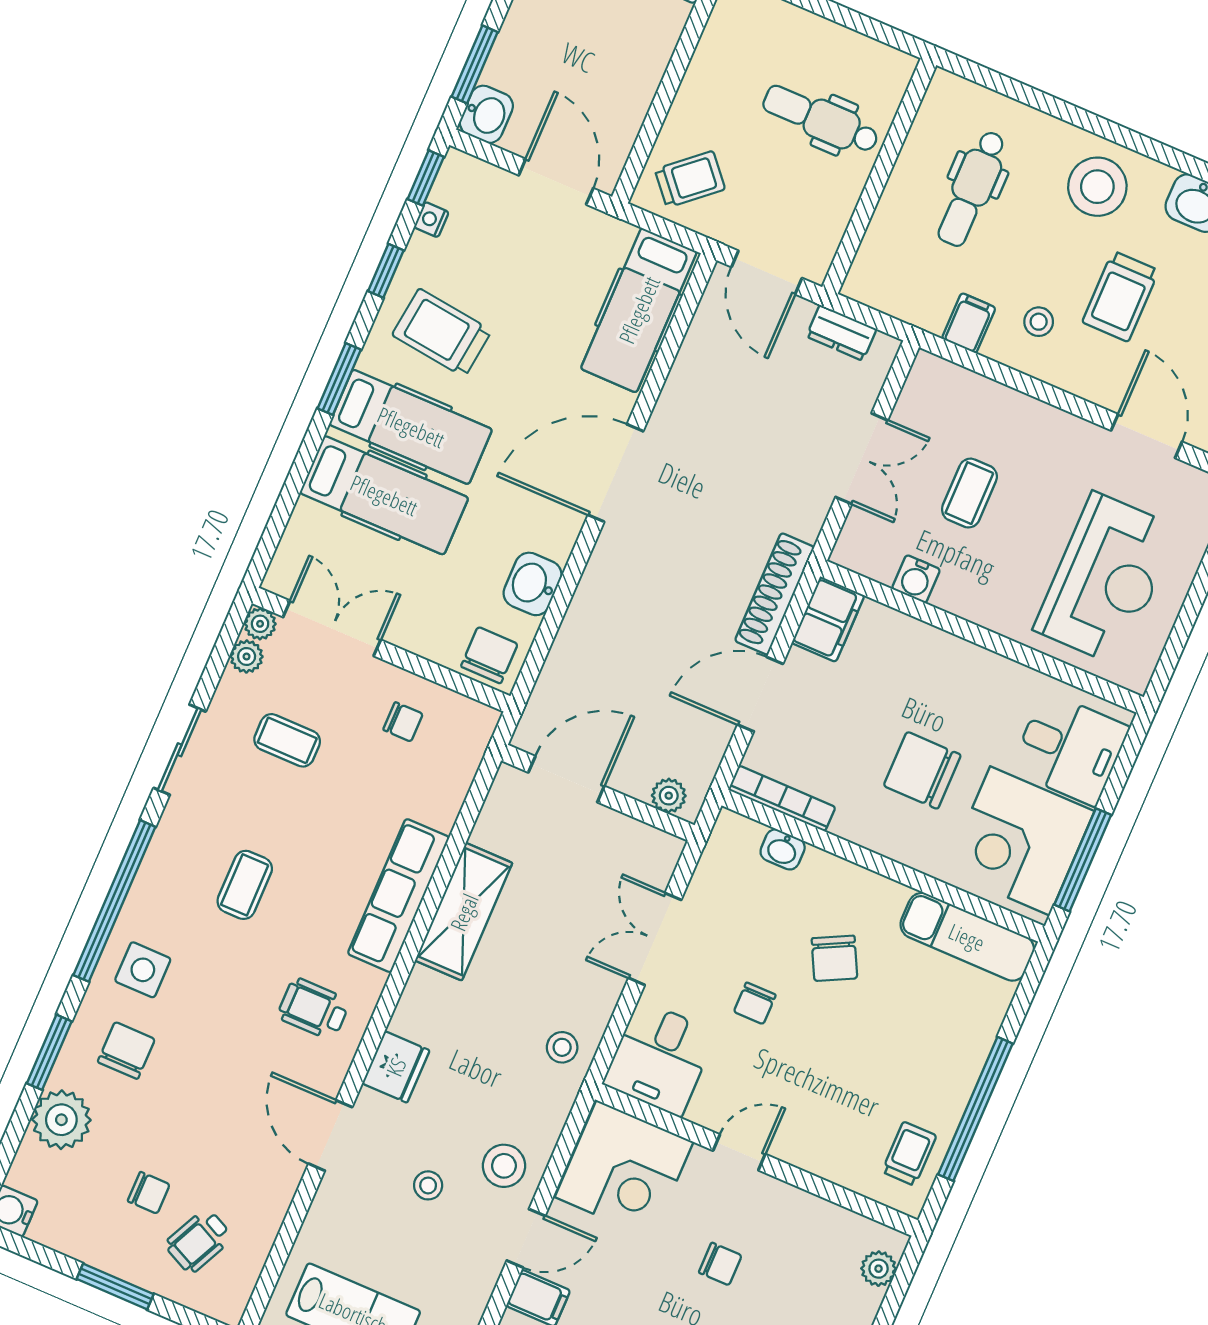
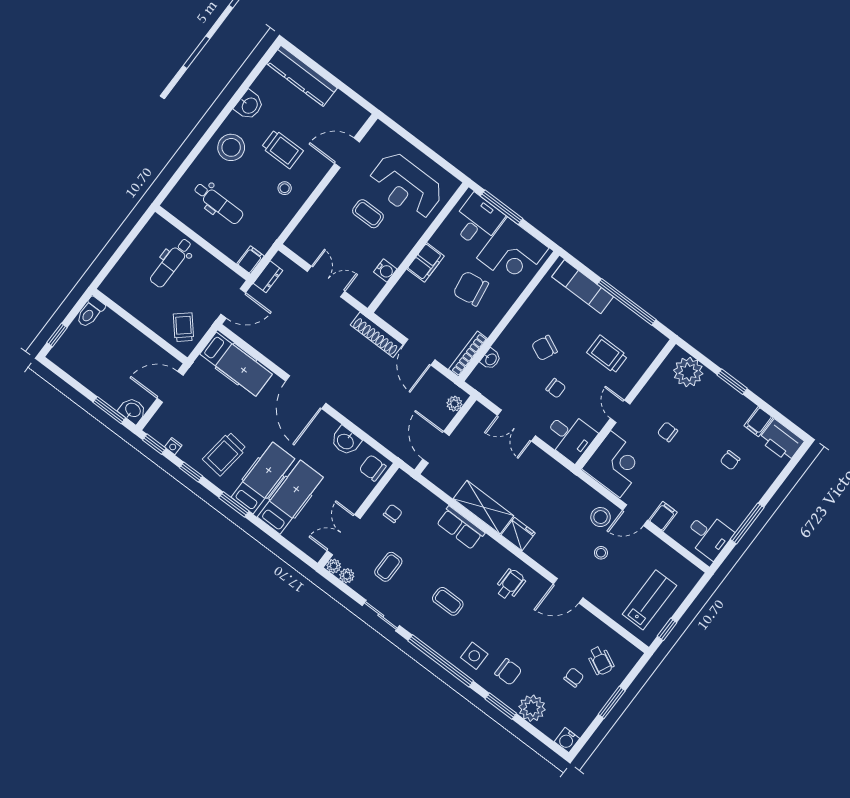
filing cabinet: (969, 323) -> (250, 260), moved, turned 90
coffee table: (969, 493) -> (368, 214), moved
reception desk: (1106, 579) -> (406, 186), turned 180
filing cabinet: (828, 619) -> (426, 262), moved, turned 90
chair: (922, 770) -> (471, 289), turned 81
window: (1083, 860) -> (502, 207), moved
row of seats: (399, 896) -> (461, 528), width x0.68
exam couch: (967, 937) -> (583, 287), moved, turned 90
chair: (834, 958) -> (545, 348), turned 142
wheelchair: (314, 1009) -> (510, 584), turned 180
stool: (562, 1047) -> (554, 478), removed
chair: (126, 1050) -> (508, 672), turned 180
fridge: (396, 1067) -> (518, 534), moved
trolley: (909, 1154) -> (607, 354), moved, width x1.36, depth x1.39
door: (526, 1238) -> (635, 515), swing flipped
chair: (720, 1264) -> (668, 432), turned -90
plant: (879, 1269) -> (688, 372), width x1.87, depth x1.87

